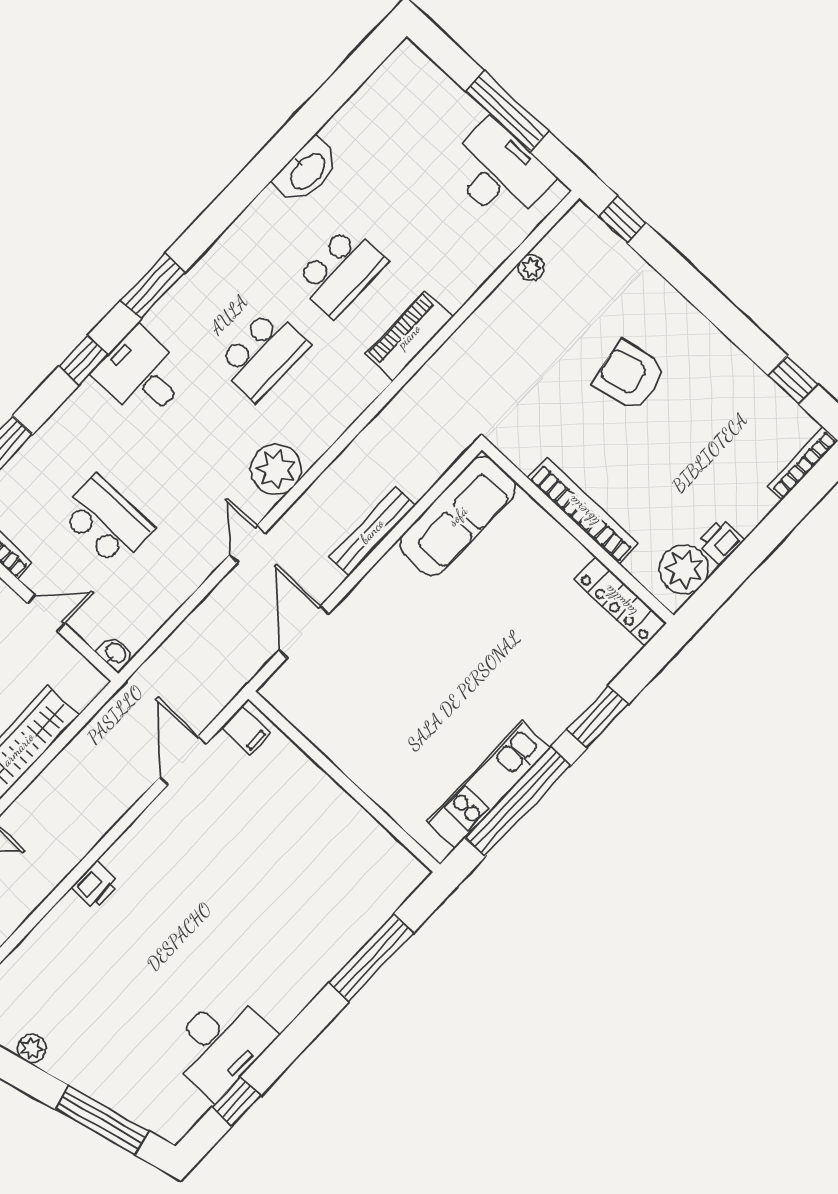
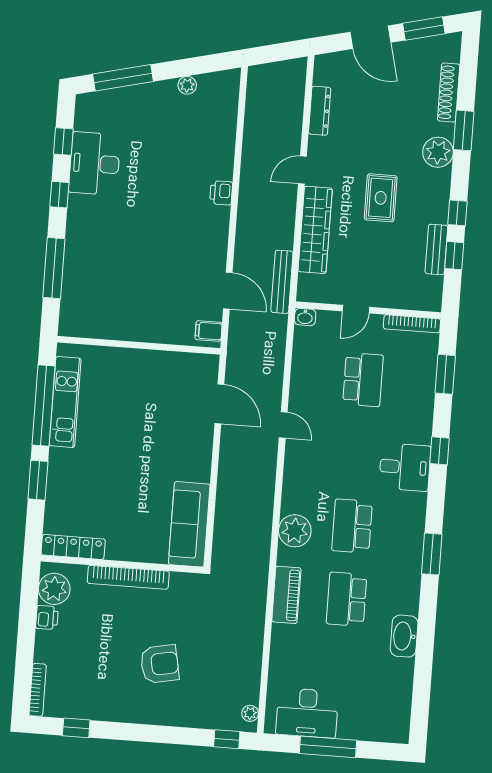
plant: (531, 268) -> (250, 713), moved
window: (153, 286) -> (432, 554), moved
plant: (276, 469) -> (295, 531), moved
school desk: (106, 521) -> (363, 380), turned -90
bench: (372, 531) -> (282, 282), moved
window: (293, 1041) -> (59, 195), added

